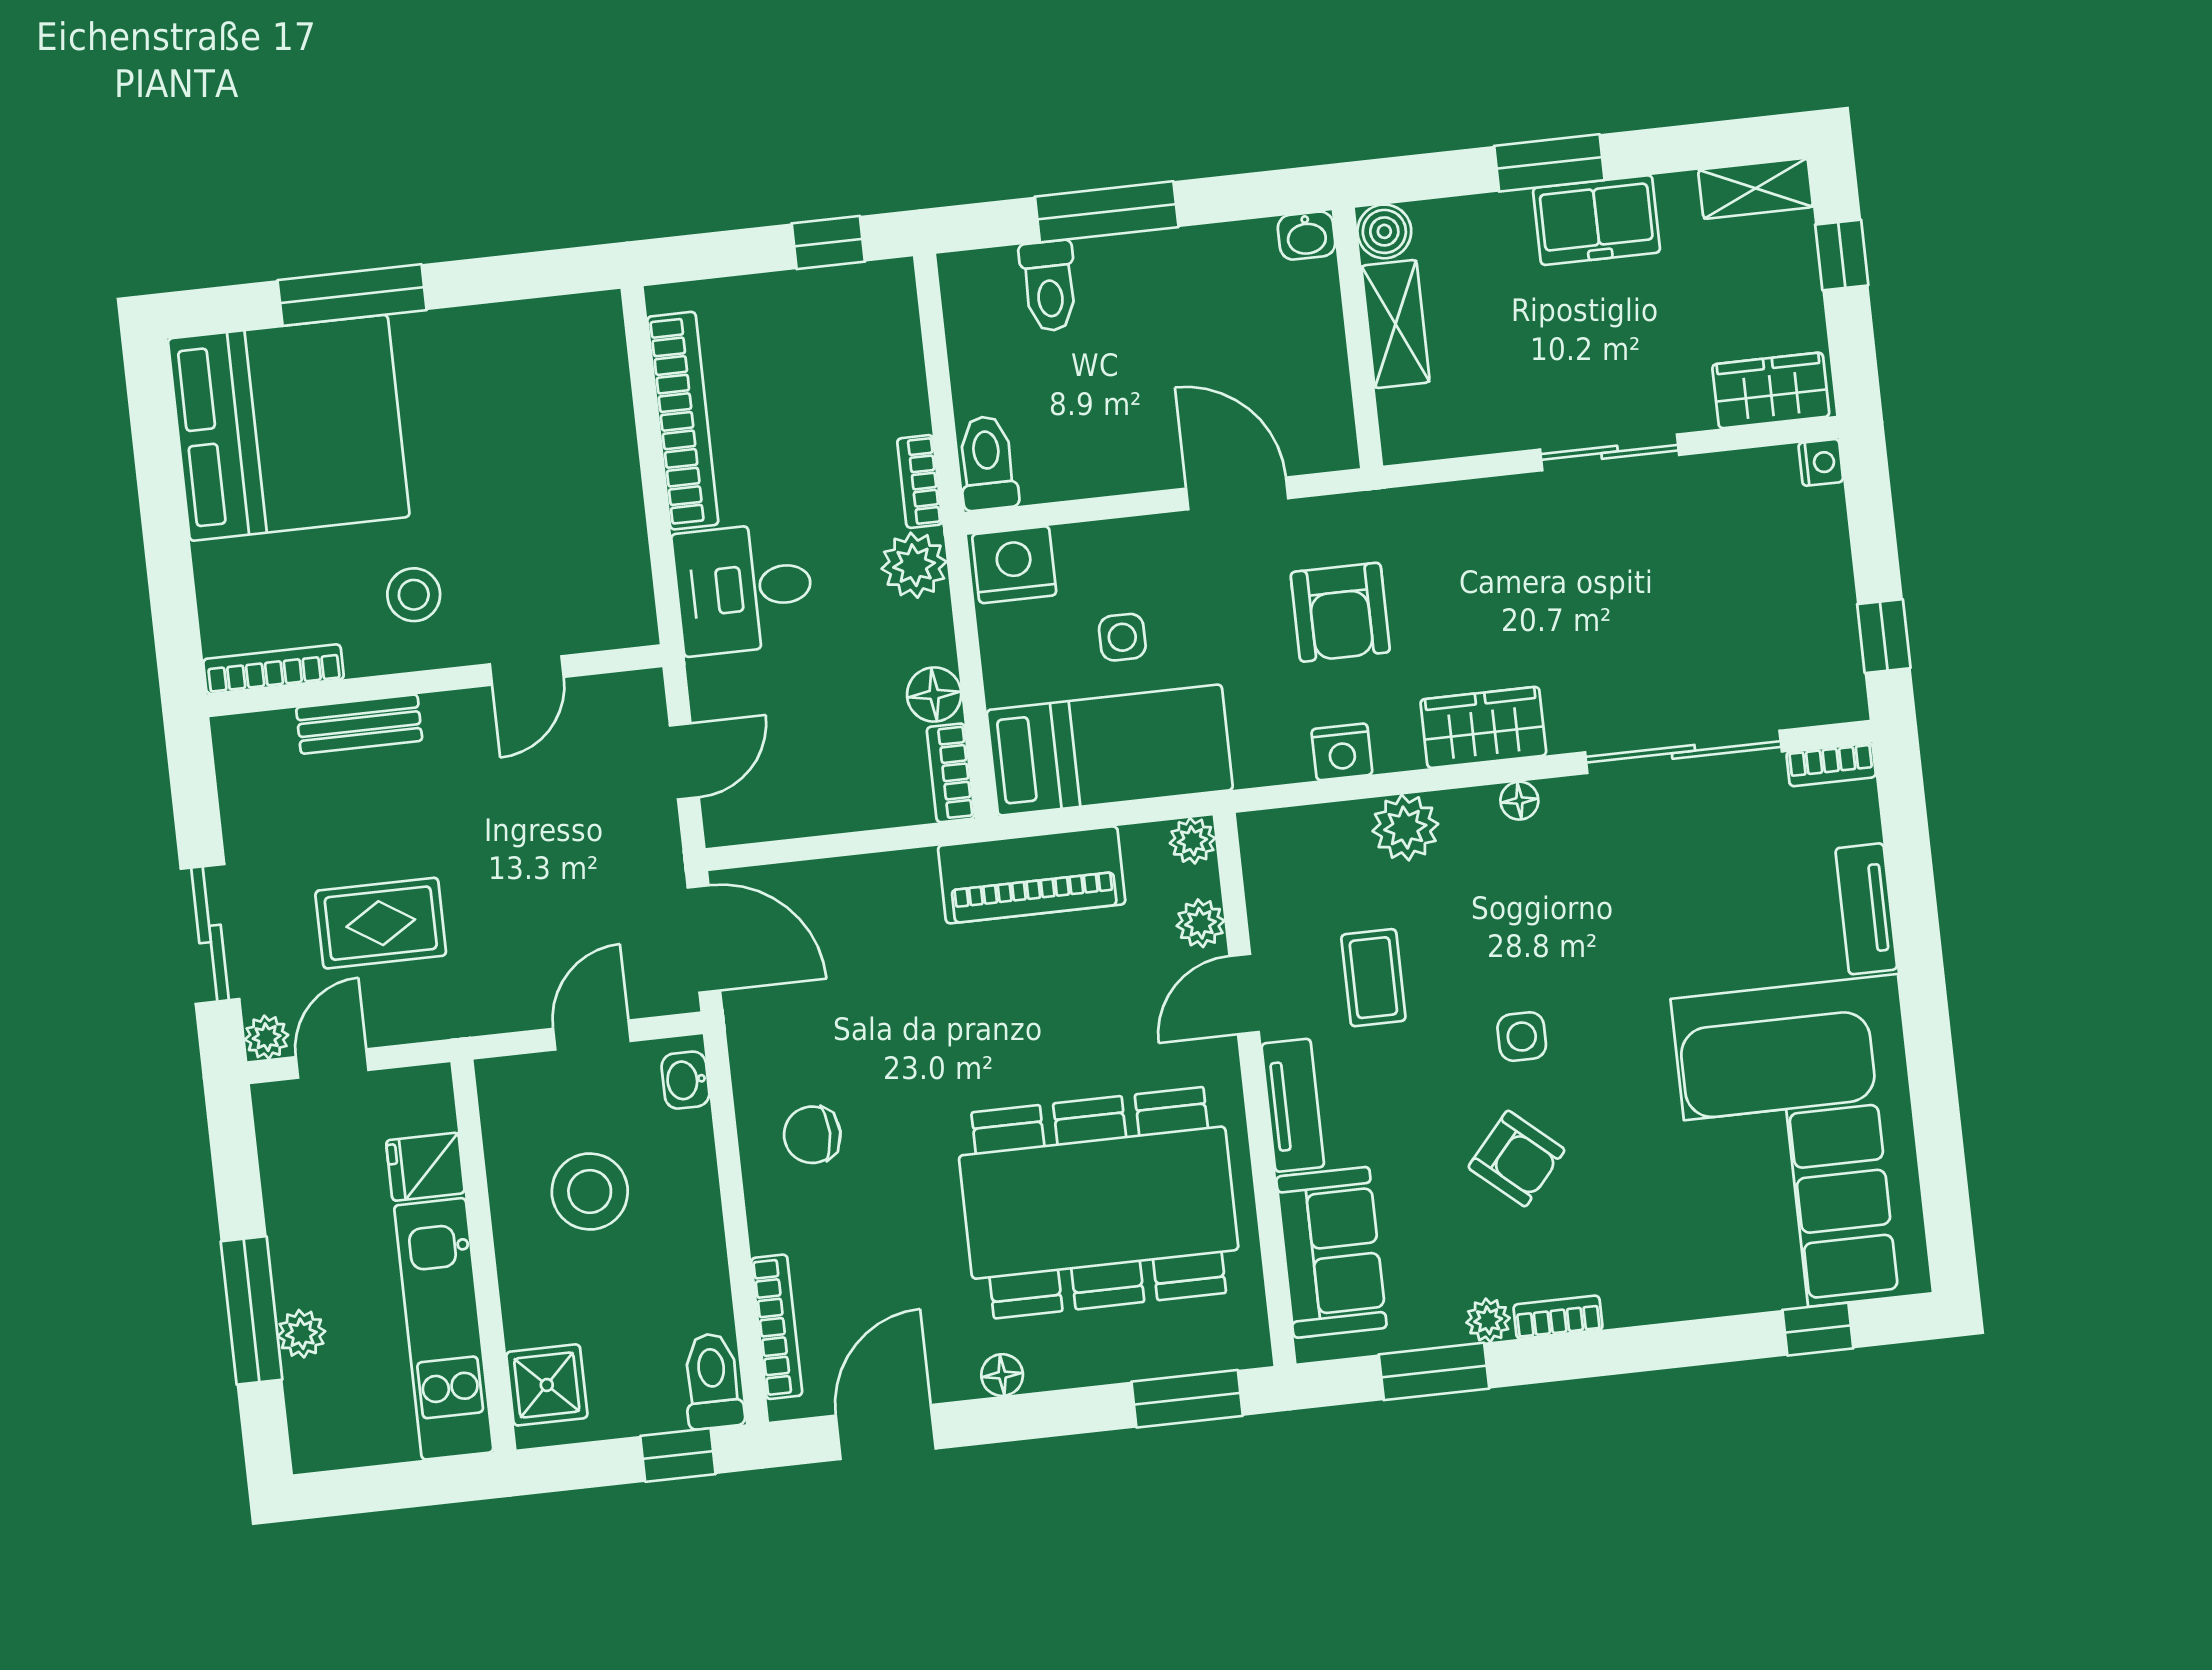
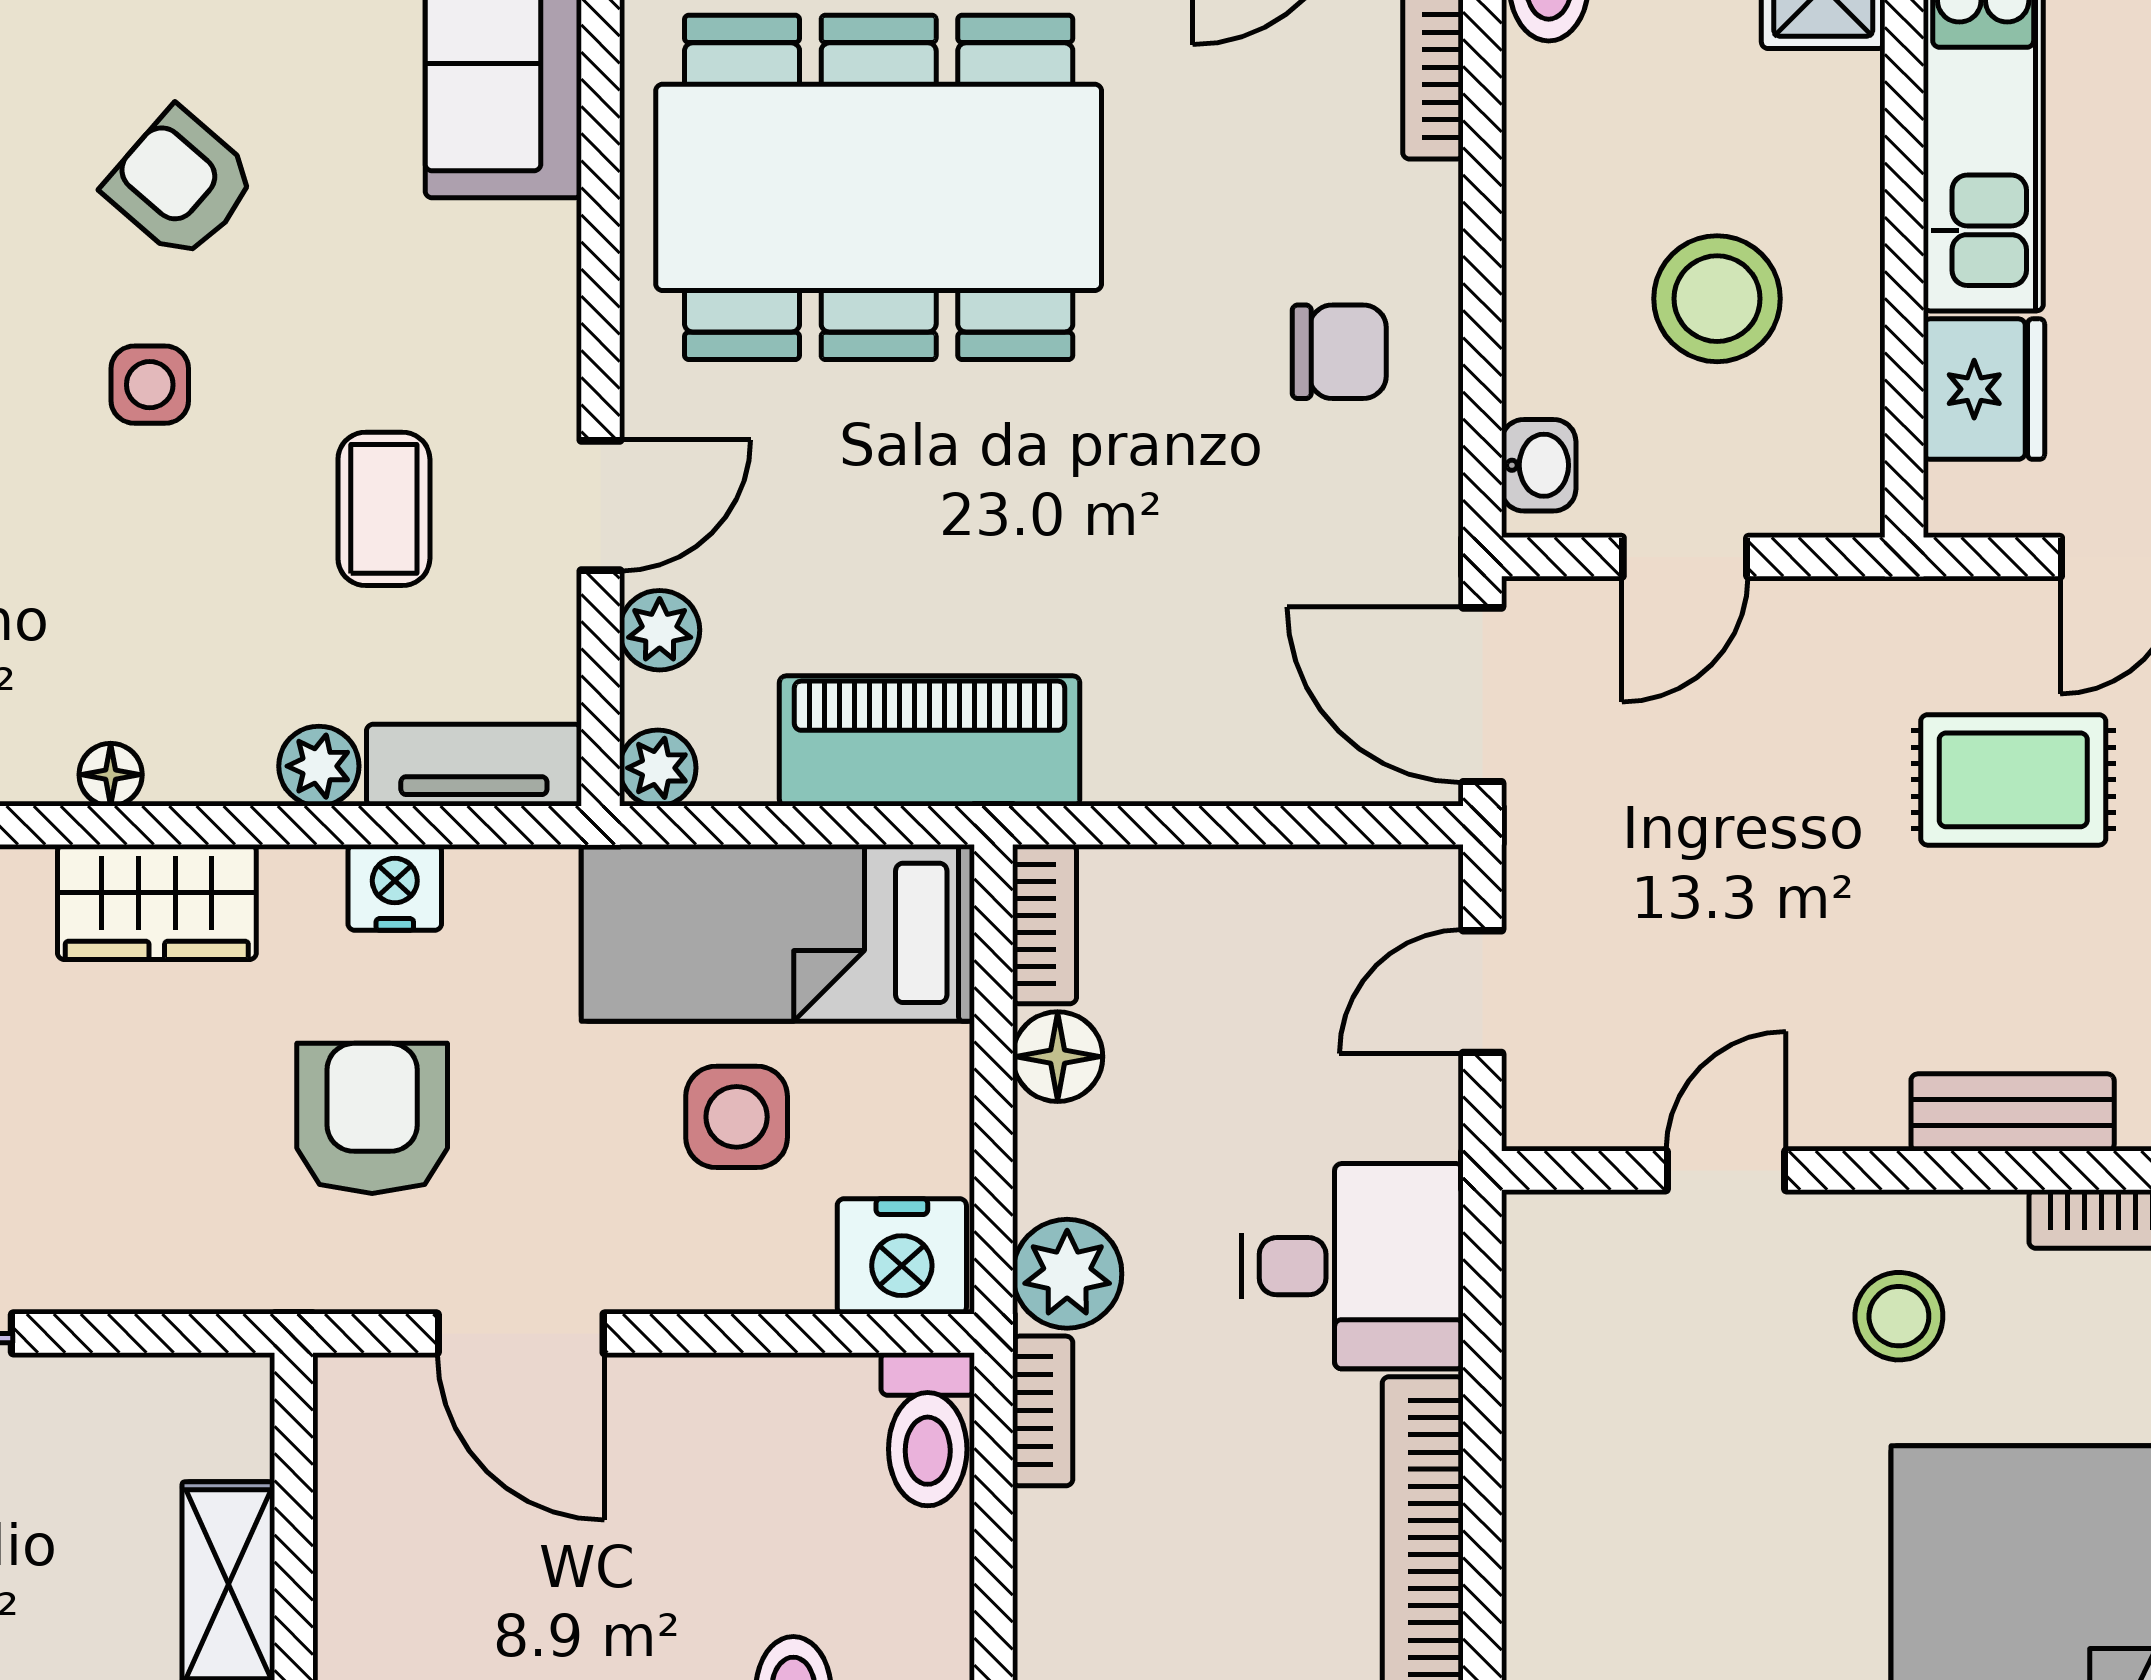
side table: (1122, 637) -> (737, 1117), width x1.37, depth x1.37
plant: (1405, 827) -> (319, 766), width x0.73, depth x0.73
tv unit: (1293, 1105) -> (474, 765), moved, turned 90
fridge: (425, 1167) -> (1984, 389), width x1.38

